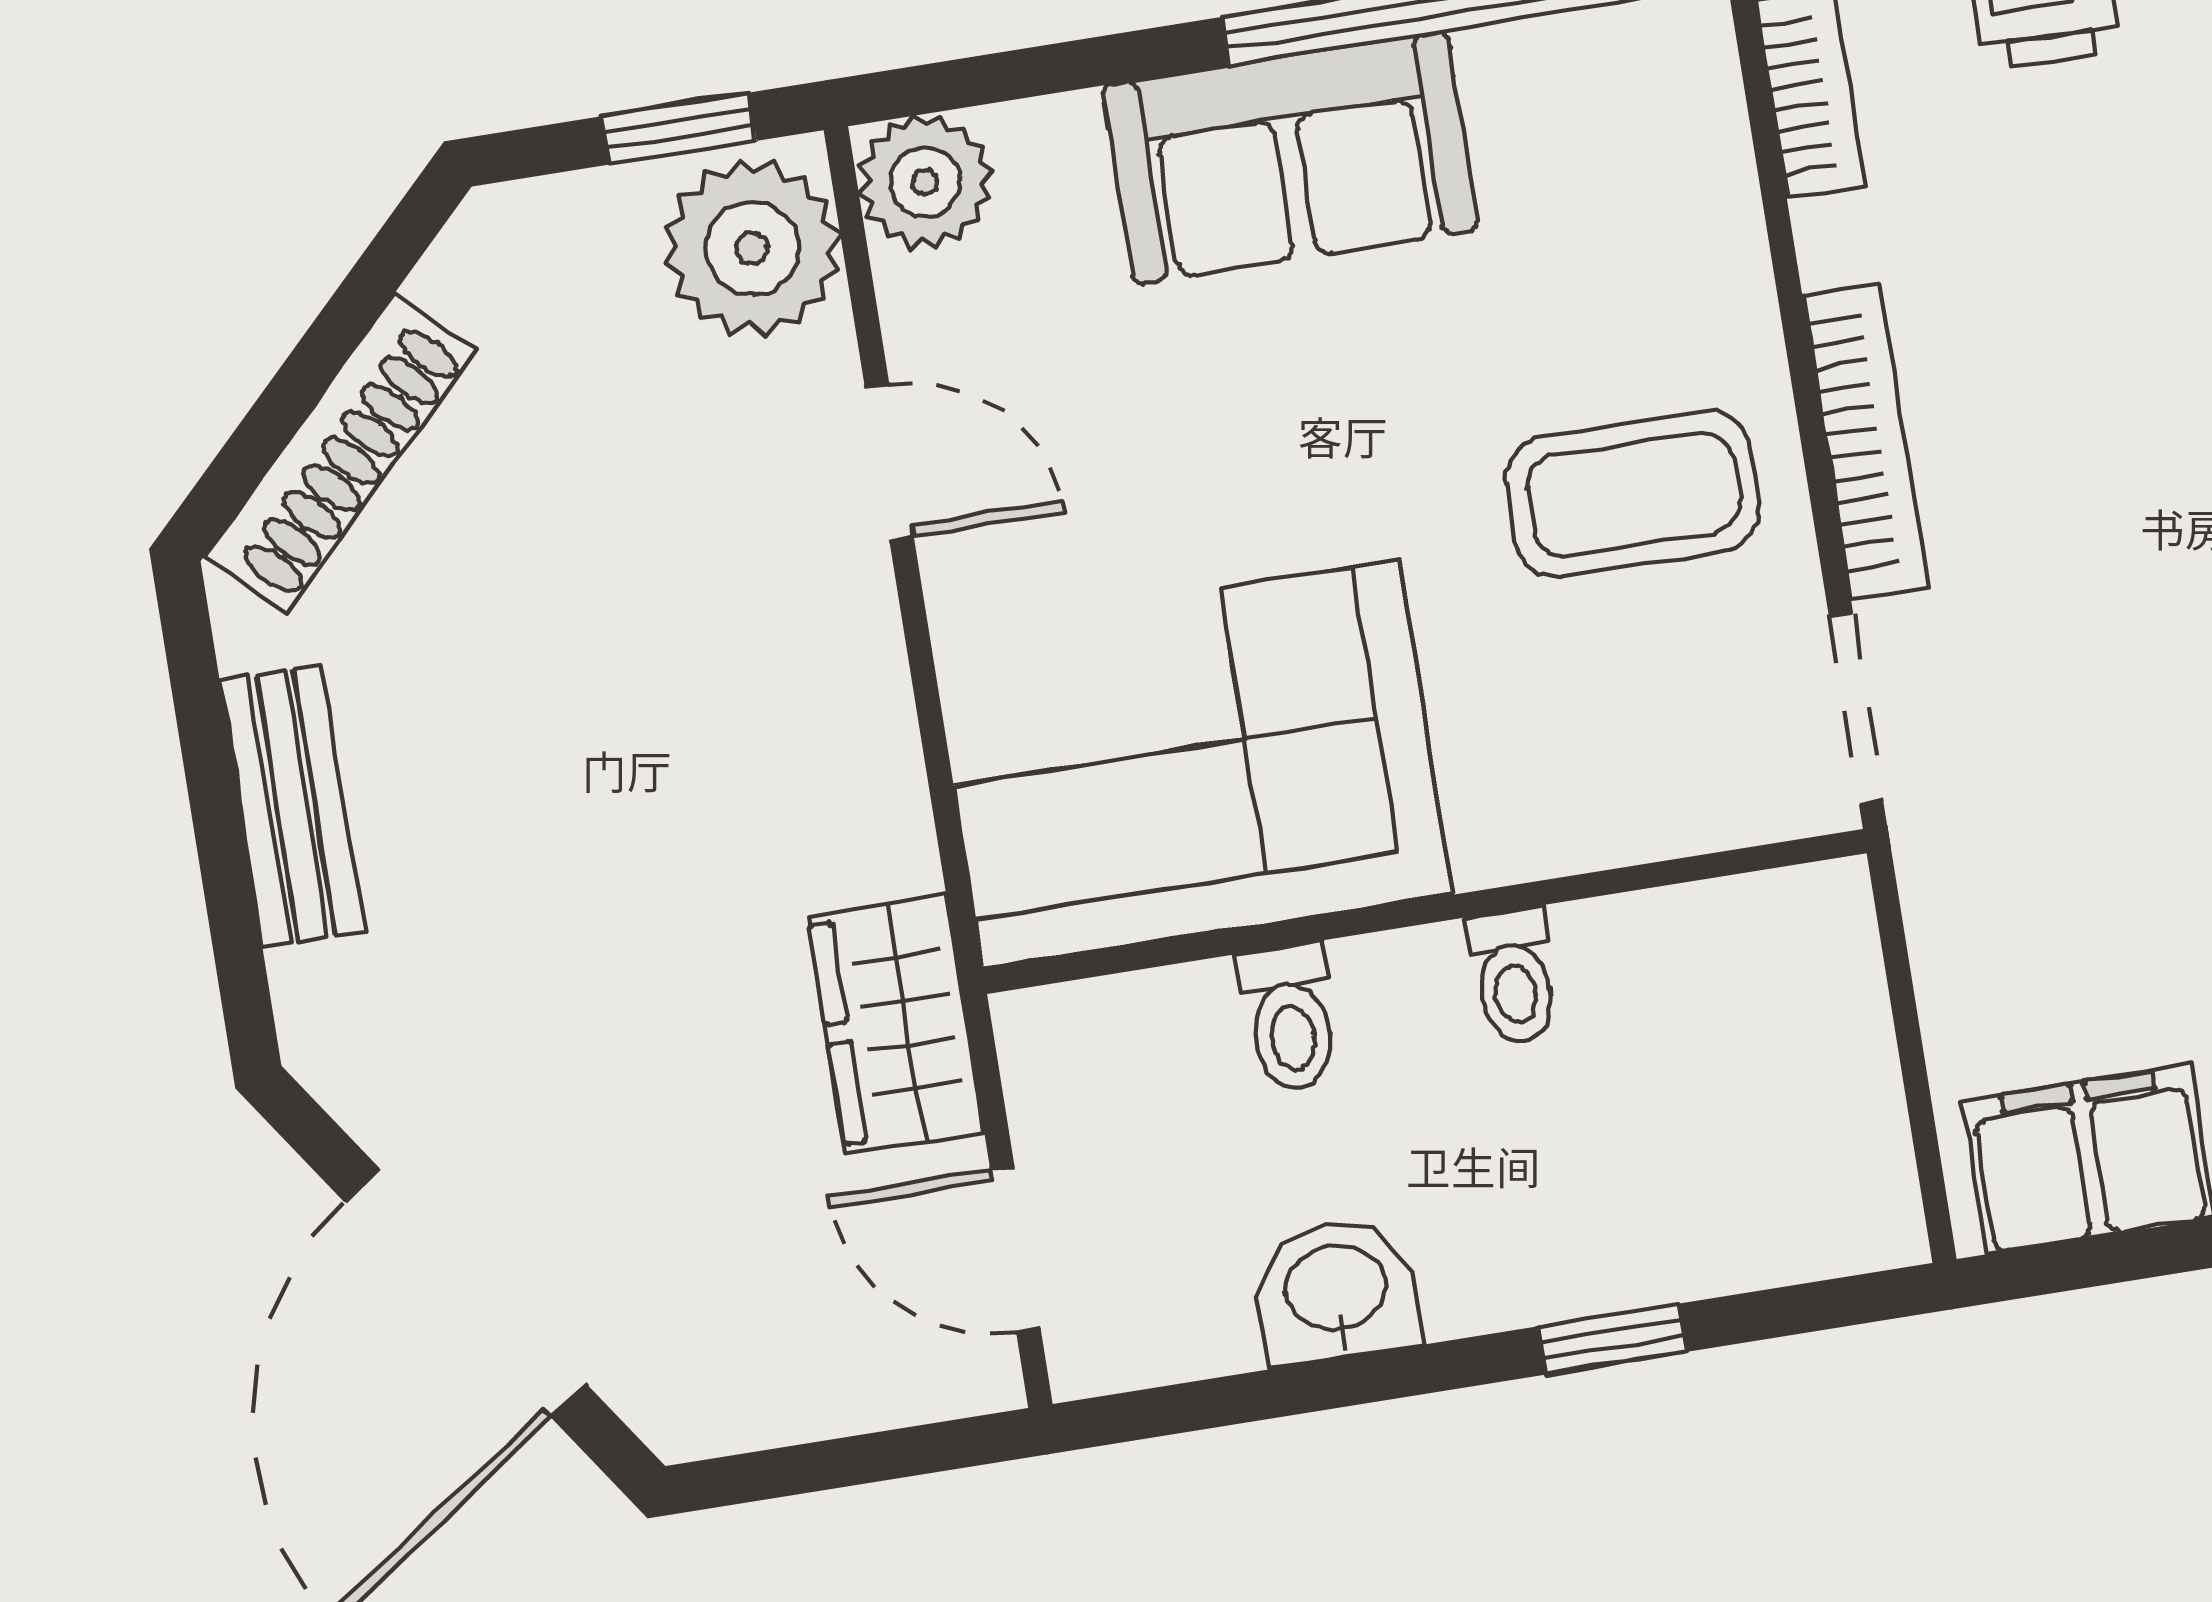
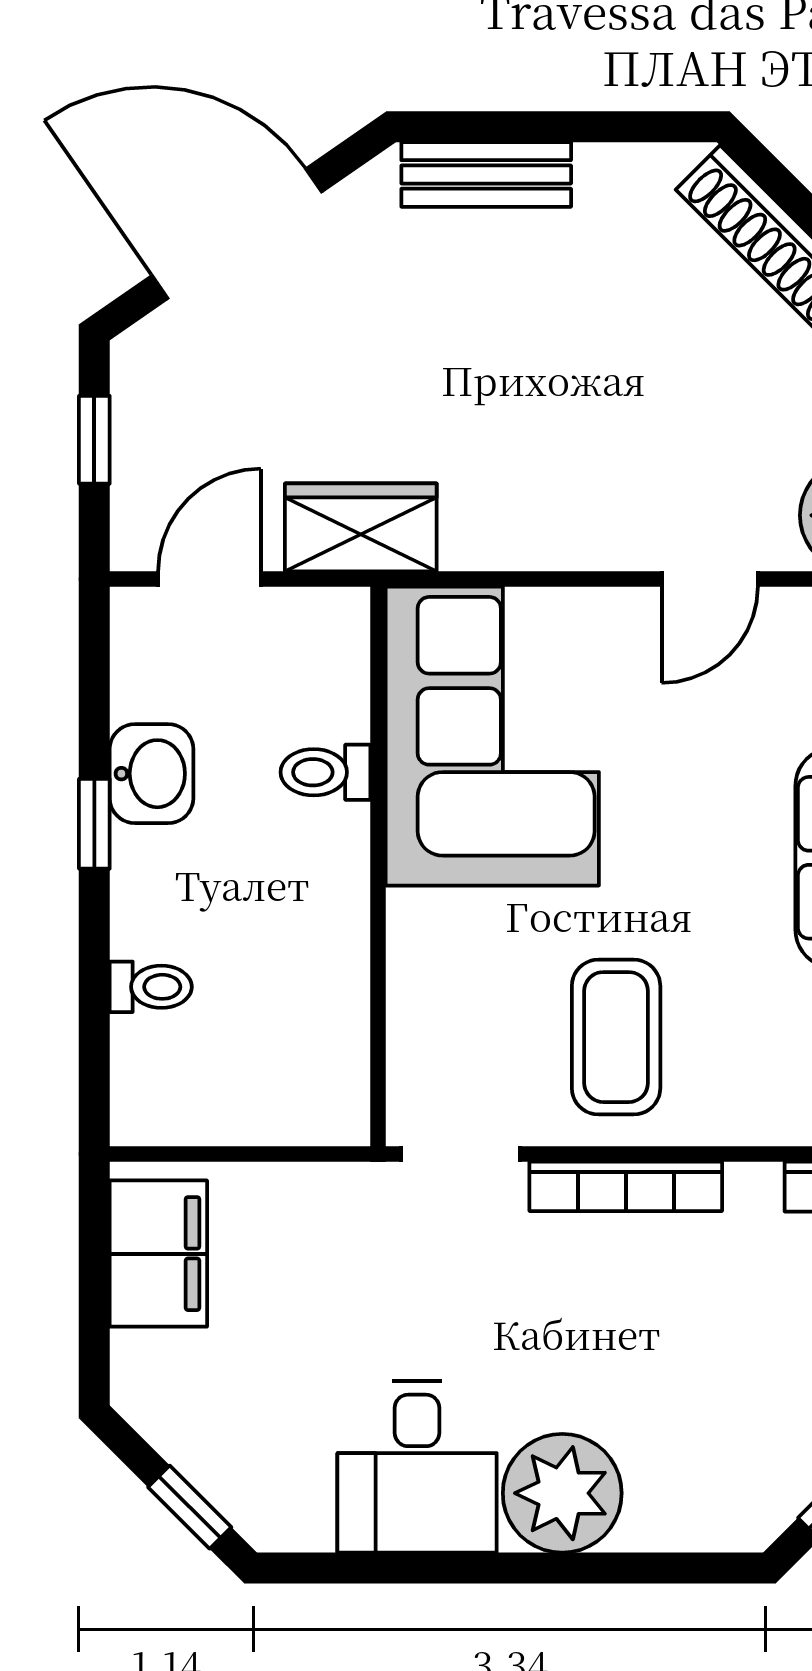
bench: (292, 806) -> (486, 174), moved
toilet: (1513, 976) -> (151, 987), moved, turned 180
window: (1612, 1339) -> (94, 824), moved
window: (825, 1465) -> (94, 440), added

